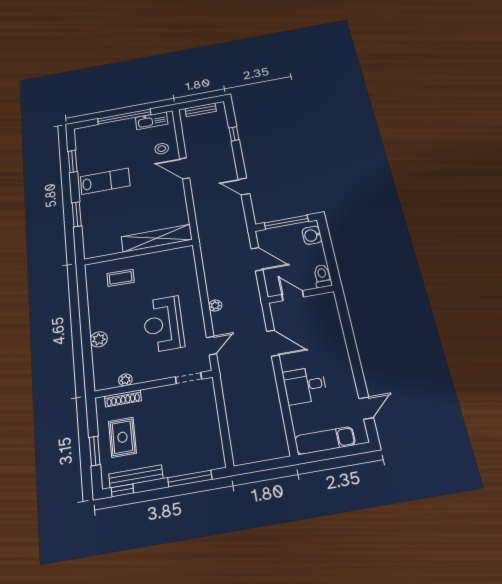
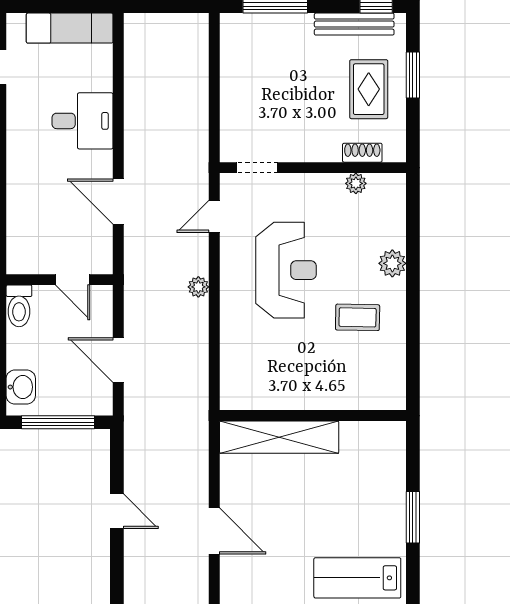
door: (185, 168) -> (214, 531), moved
coffee table: (121, 278) -> (358, 317), moved
shoe rack: (123, 398) -> (362, 153), width x0.70

